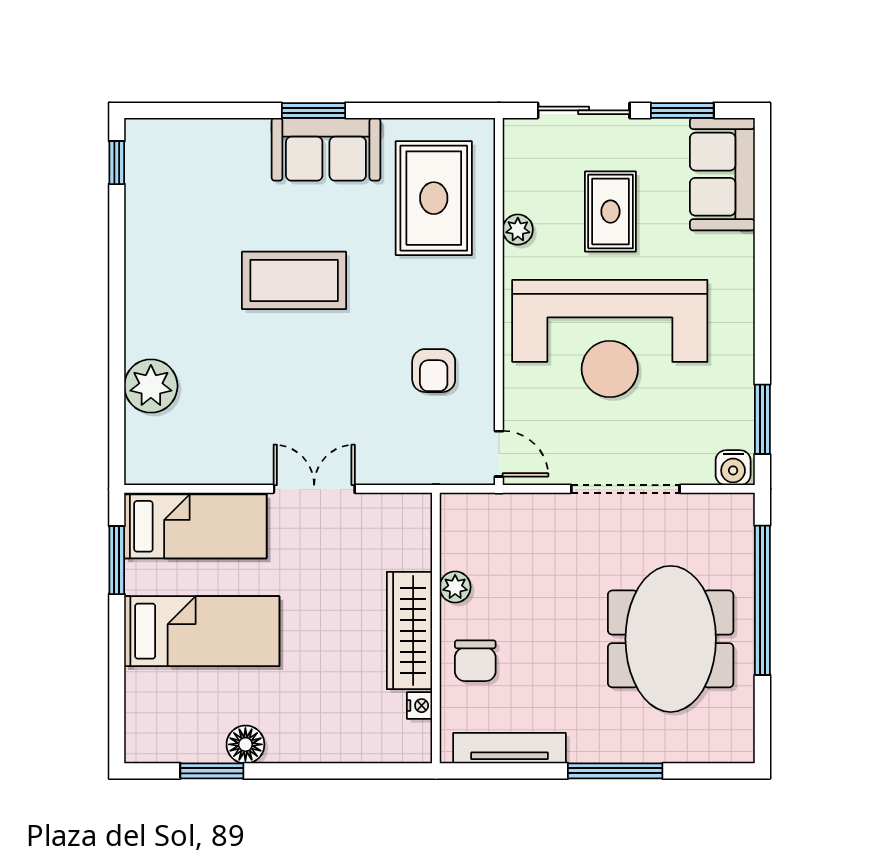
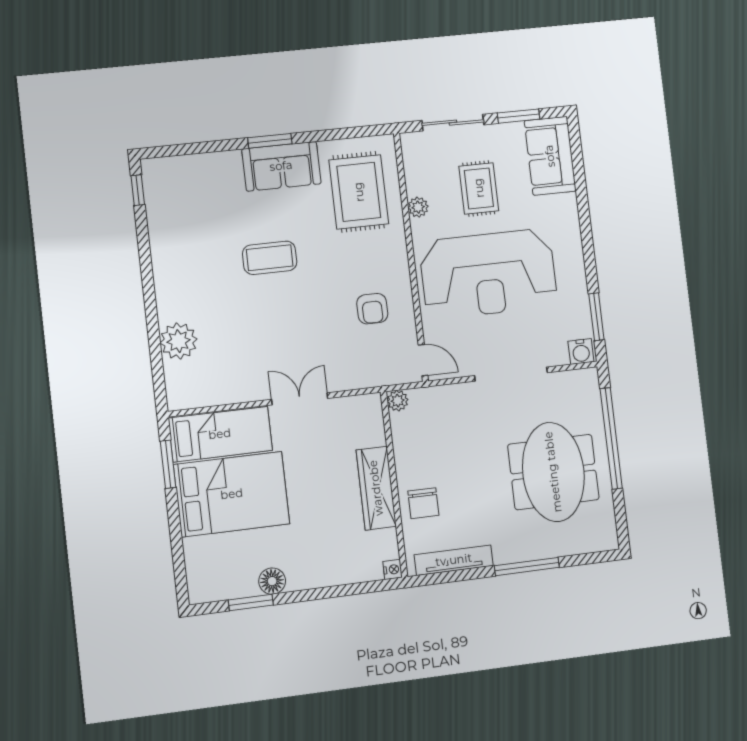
coffee table: (294, 280) -> (270, 258), width x0.73, depth x0.76
plant: (455, 587) -> (398, 401), moved
bed: (202, 631) -> (232, 494), width x1.50
nightstand: (420, 706) -> (393, 569), moved

